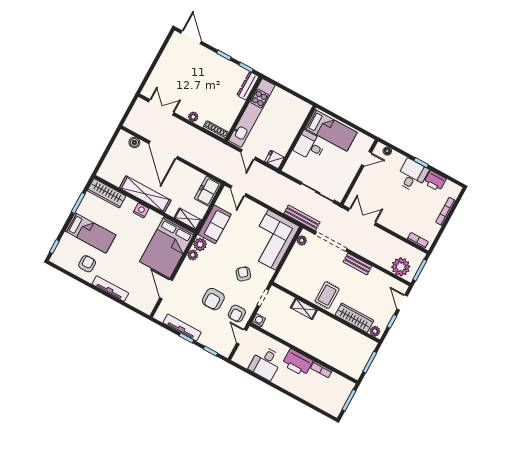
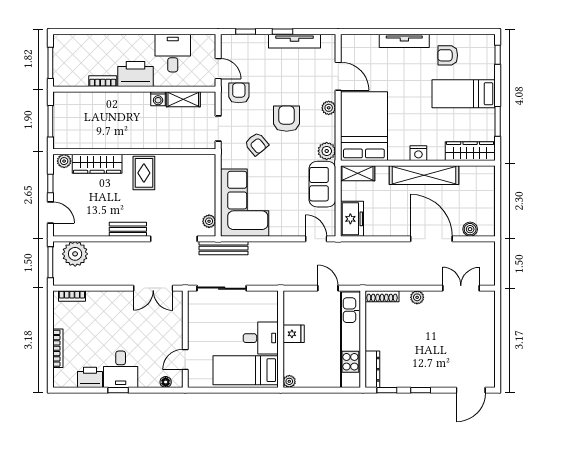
door: (191, 37) -> (471, 390), hinge flipped
double door: (161, 107) -> (461, 288), swing flipped
plant: (306, 108) -> (289, 381), added
fridge: (274, 159) -> (294, 334), moved
plant: (193, 255) -> (329, 108), moved
armchair: (87, 264) -> (448, 55), turned 90
armchair: (213, 299) -> (287, 119), moved
shelving: (304, 309) -> (183, 99), moved
washing machine: (259, 320) -> (158, 99), moved

